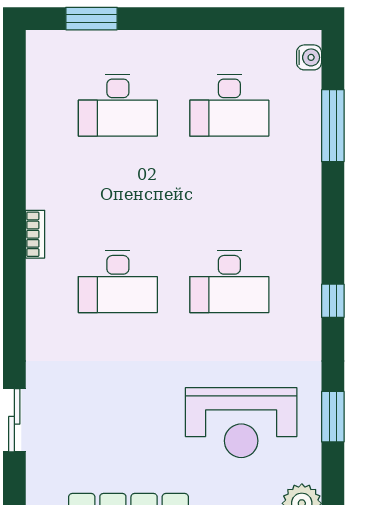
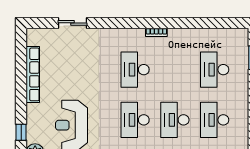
desk: (229, 193) -> (175, 120), added

